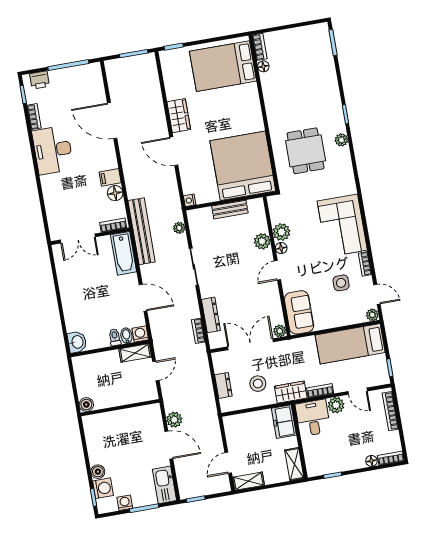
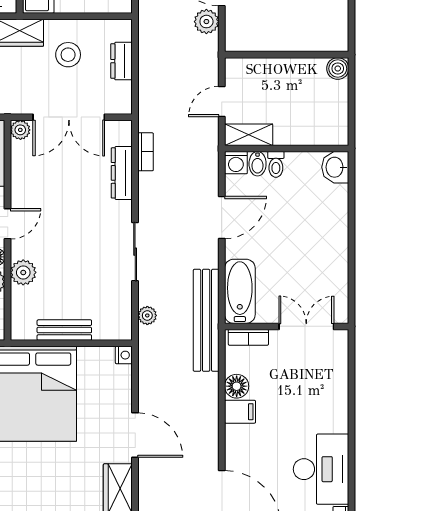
door: (143, 298) -> (222, 218), swing flipped

